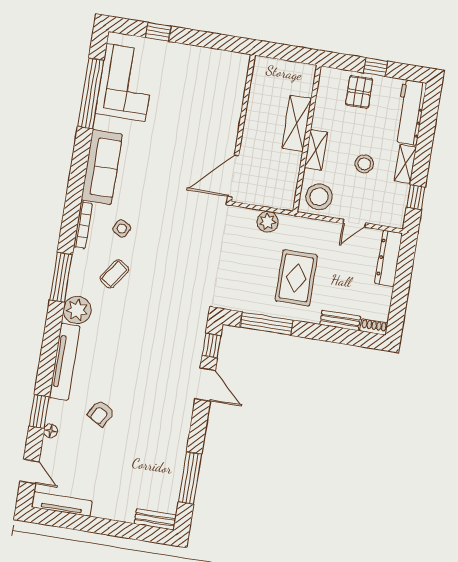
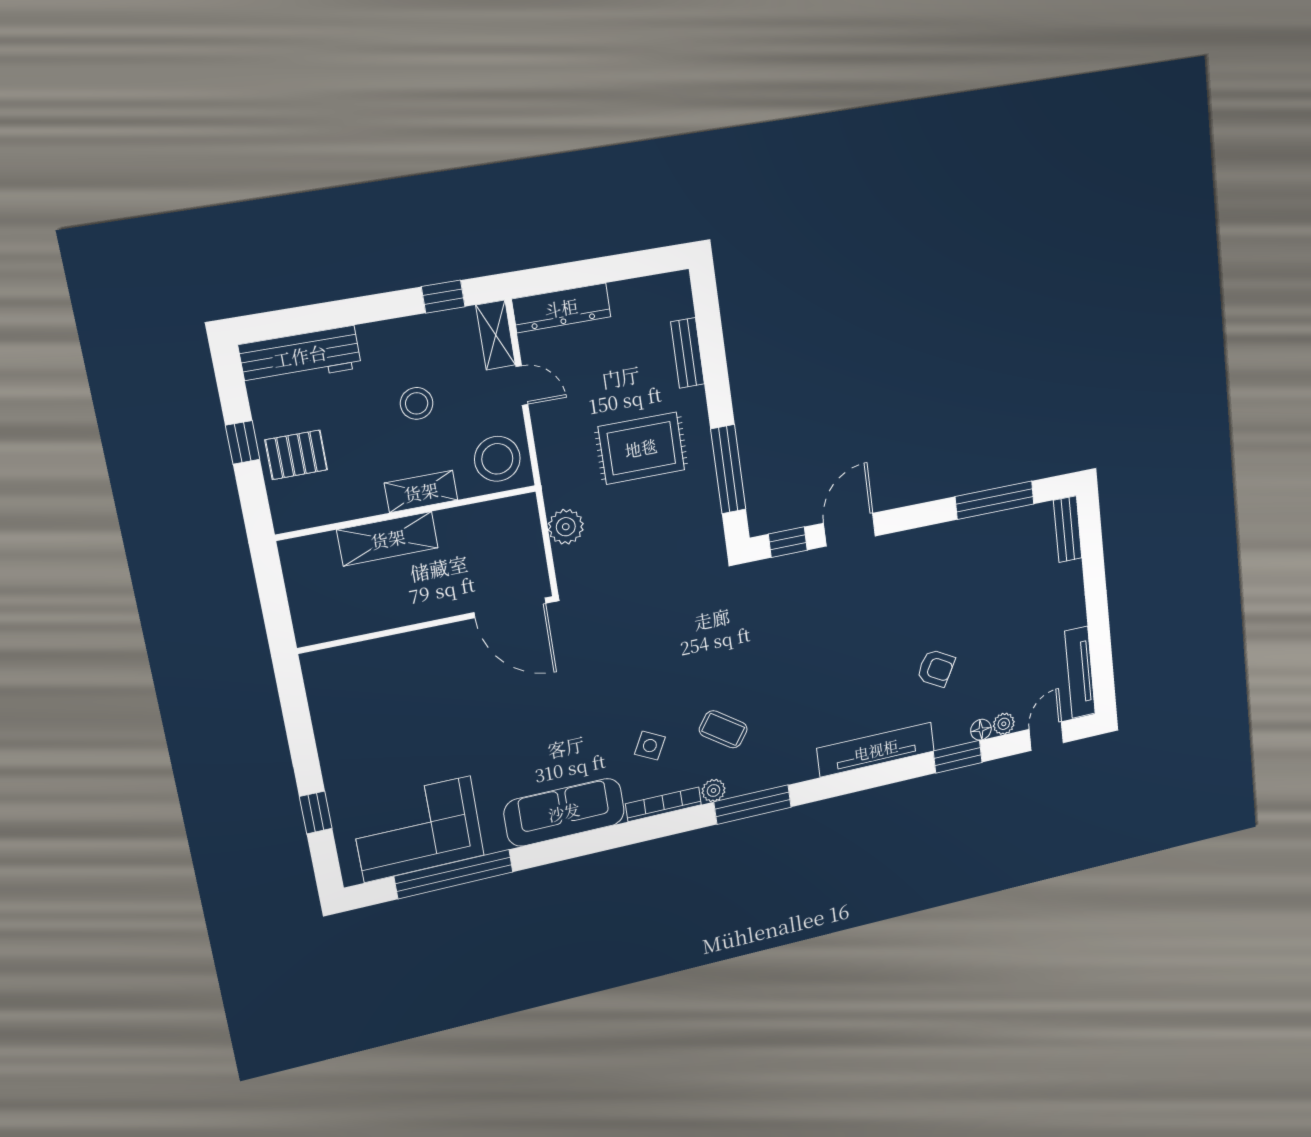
shelving: (405, 164) -> (496, 335), moved, turned 90
plant: (77, 310) -> (713, 790), moved, width x0.53, depth x0.53
shoe rack: (374, 327) -> (681, 294), removed
plant: (48, 446) -> (1004, 724), added

